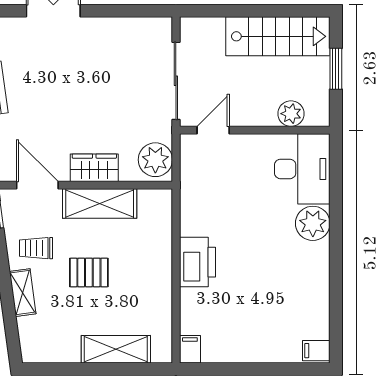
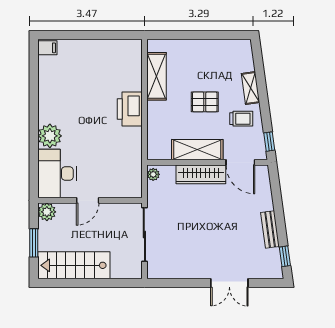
plant: (291, 114) -> (47, 212), moved
door: (213, 130) -> (88, 200), moved
plant: (155, 160) -> (153, 174), width x0.53, depth x0.53
wardrobe: (94, 168) -> (201, 174), width x1.50
shelving: (116, 349) -> (156, 76), moved, turned 90
filing cabinet: (190, 349) -> (135, 49), removed

